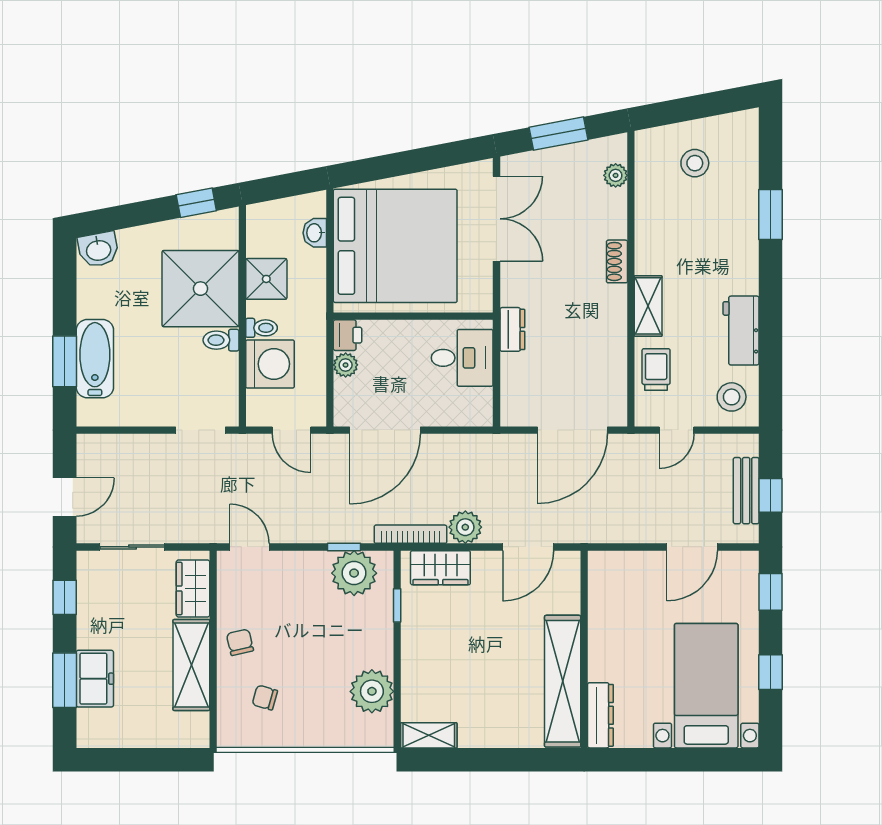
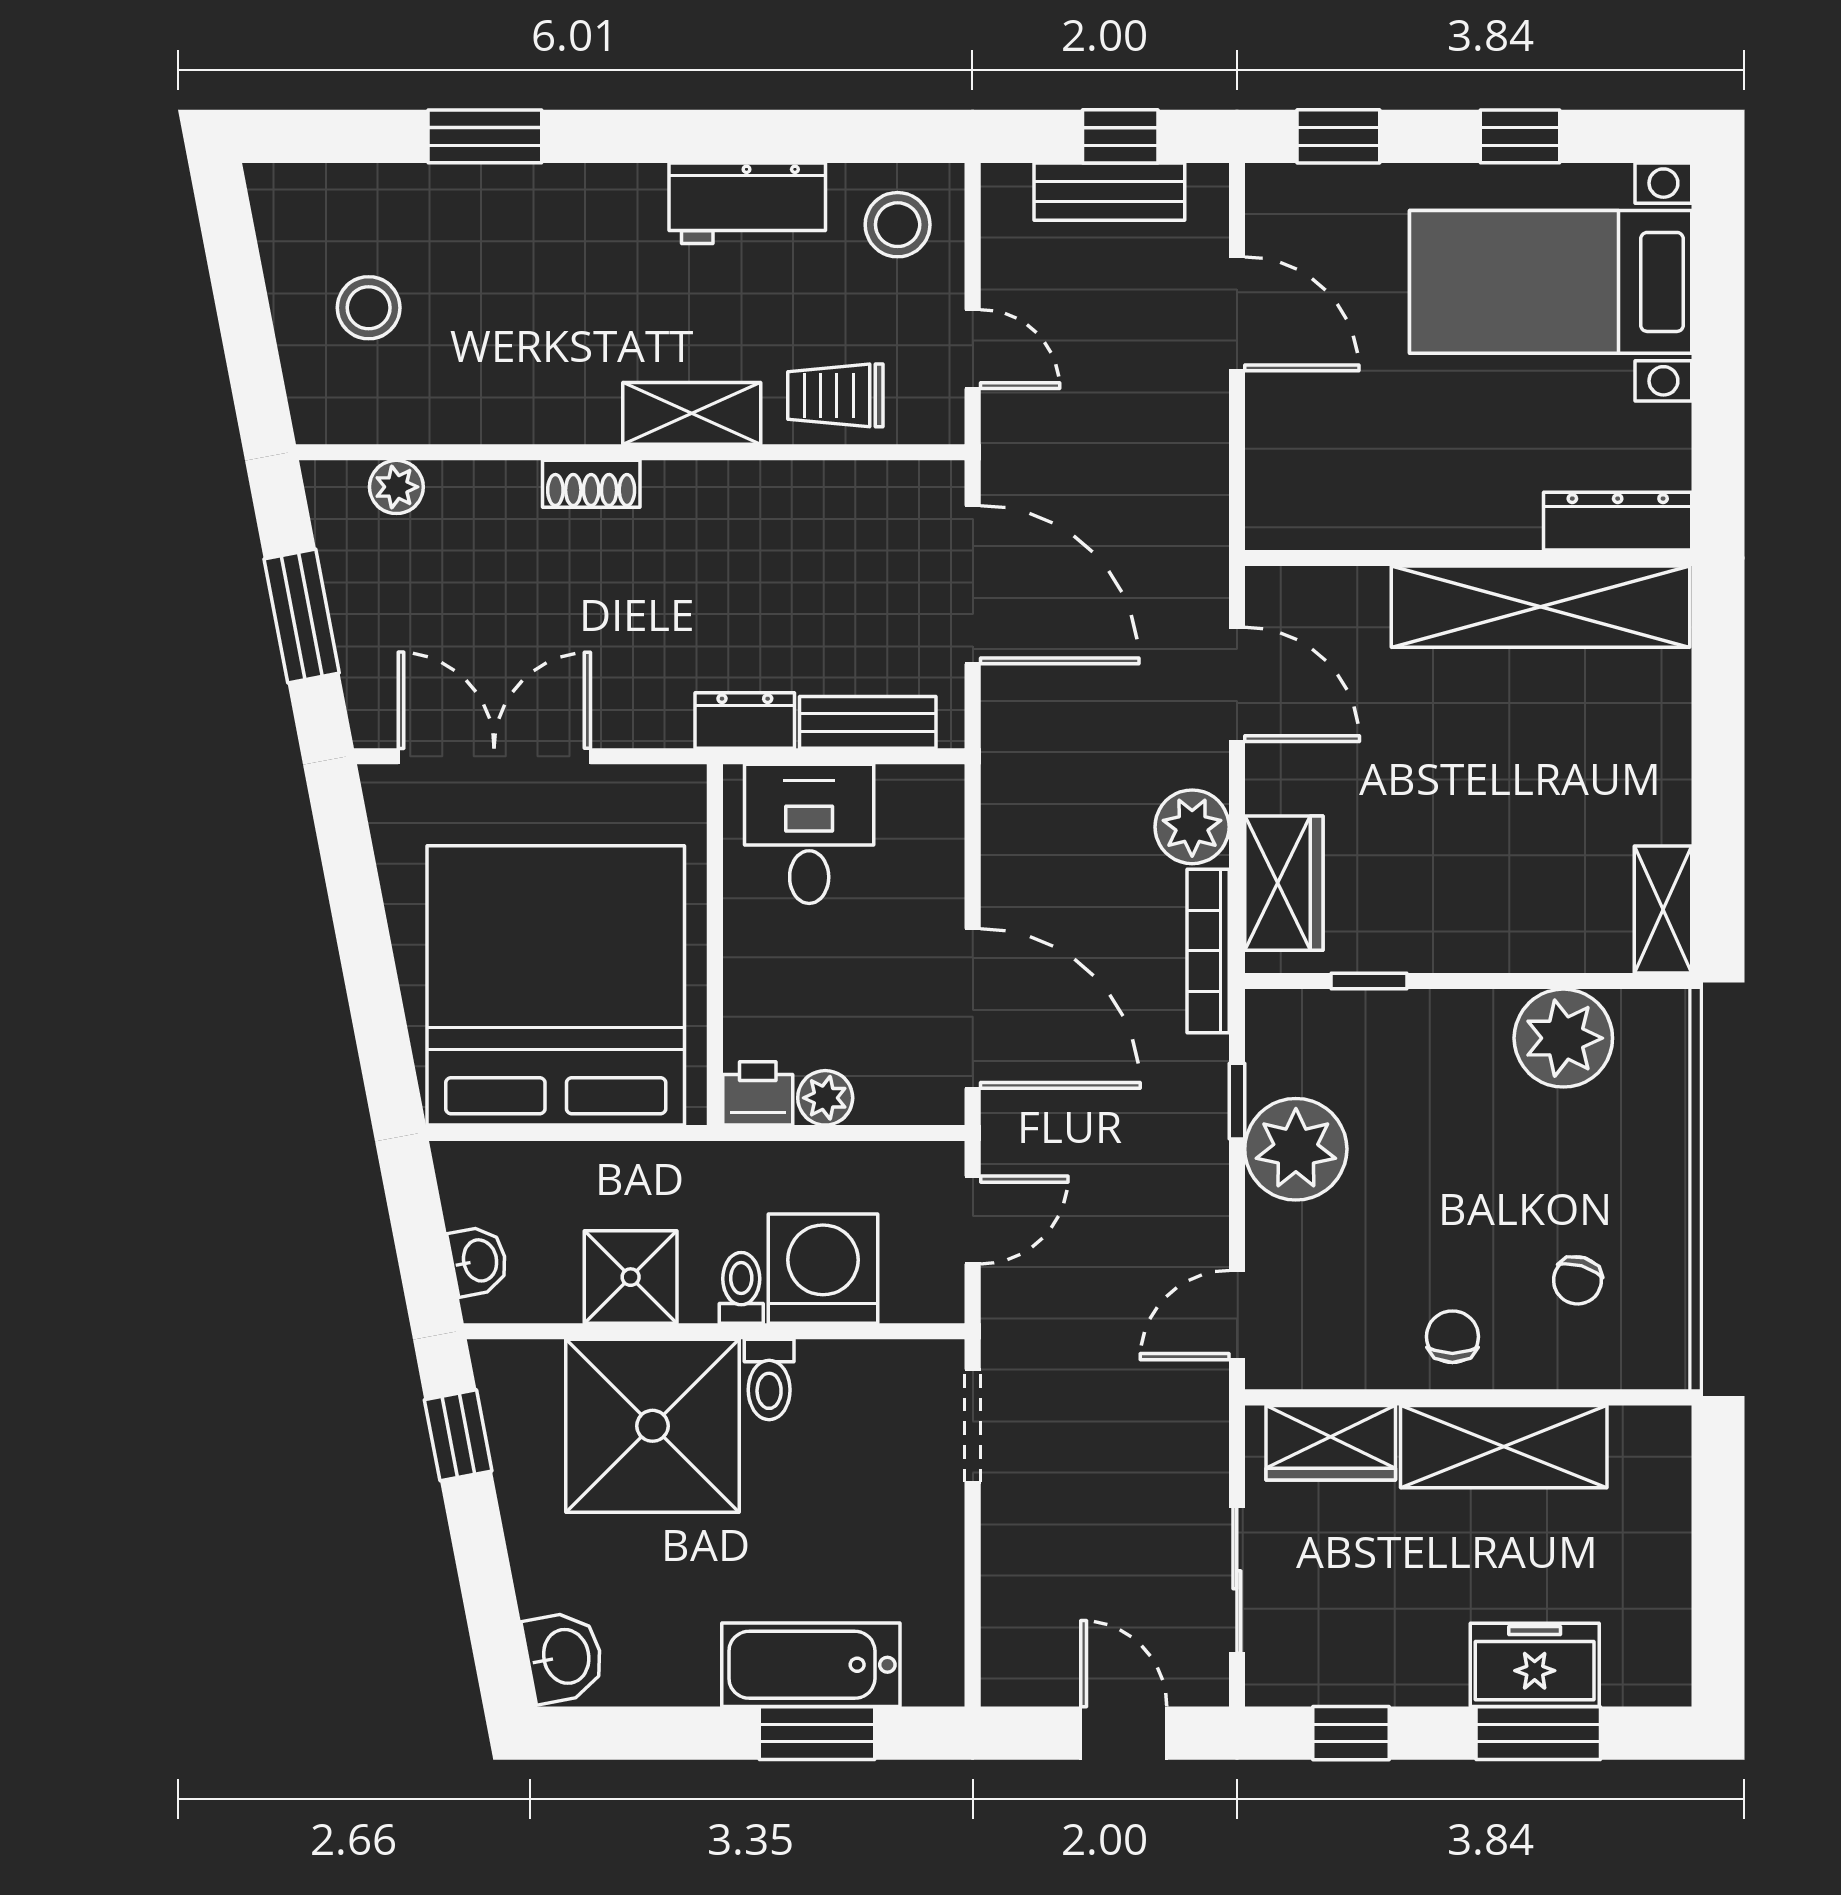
washbasin: (315, 233) -> (479, 1261), moved, turned -101
bench: (511, 384) -> (868, 722), added
plant: (354, 573) -> (1296, 1149), moved
chair: (240, 642) -> (1452, 1337), turned 103

